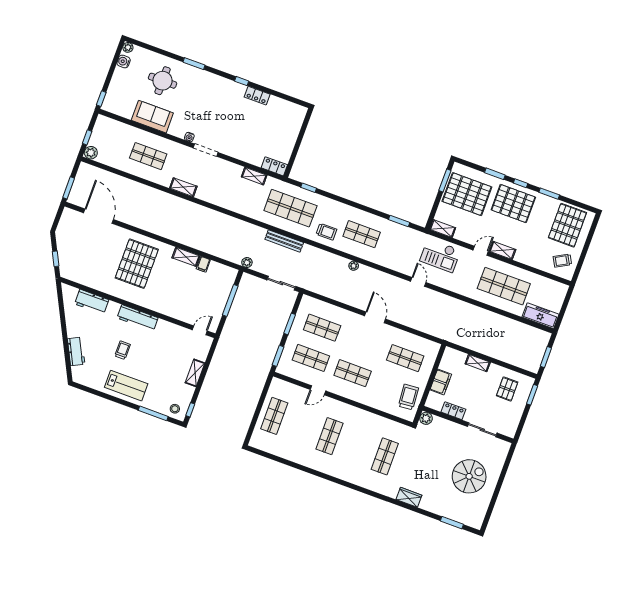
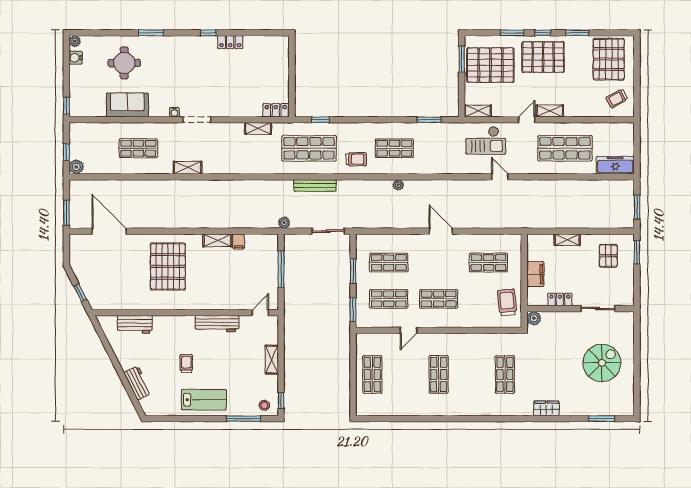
door: (418, 282) -> (500, 177), moved
workbench: (137, 318) -> (217, 324), moved

